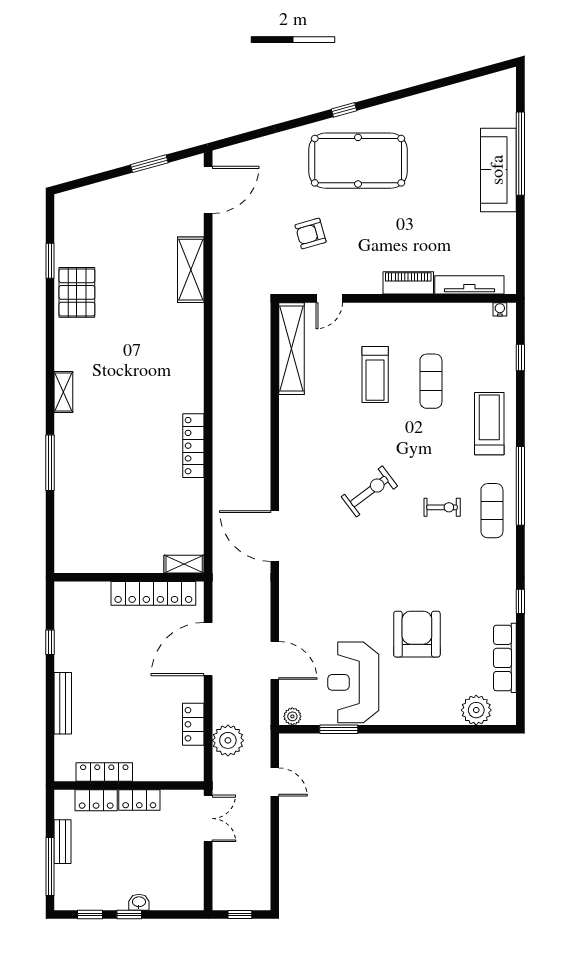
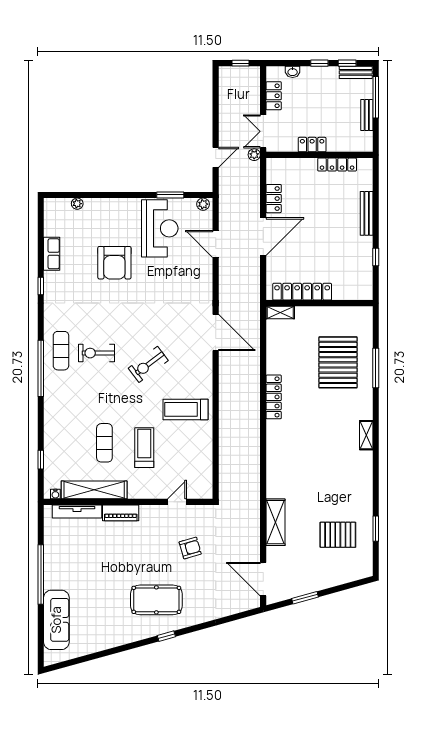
window: (520, 154) -> (41, 574), moved
pool table: (358, 161) -> (156, 600), width x0.73, depth x0.76
sofa: (498, 170) -> (56, 620), moved
door: (208, 190) -> (263, 579), hinge flipped
pallet: (77, 292) -> (338, 535), moved, turned 90
shelving: (291, 349) -> (94, 490), moved, turned 90
treadmill: (489, 424) -> (185, 409), moved, turned 90
window: (50, 463) -> (376, 368), moved
pallet: (103, 494) -> (338, 362), added
exercise bike: (442, 507) -> (97, 353), width x1.38, depth x1.39
door: (208, 649) -> (263, 237), moved
row of seats: (505, 658) -> (52, 254), width x0.68
plant: (476, 710) -> (77, 204), width x0.53, depth x0.53
plant: (228, 740) -> (254, 155), moved, width x0.53, depth x0.53
door: (275, 782) -> (216, 157), swing flipped
locker: (96, 800) -> (274, 96), moved, turned 90
bench: (78, 902) -> (356, 72), added
washbasin: (139, 902) -> (293, 72), moved

